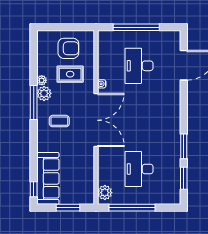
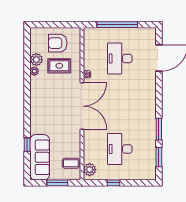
armchair: (68, 48) -> (58, 43), turned 180
plant: (44, 93) -> (36, 60), moved
window: (34, 102) -> (27, 91), removed
coffee table: (59, 121) -> (71, 163), moved
window: (34, 189) -> (27, 145), moved
window: (132, 208) -> (114, 183), width x0.32

